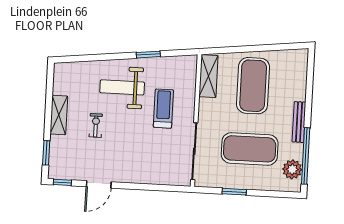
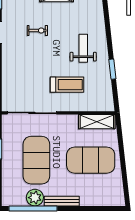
weight bench: (122, 87) -> (83, 48), width x0.73, depth x0.75
exercise bike: (96, 125) -> (37, 30), moved
plant: (292, 169) -> (35, 198), moved

